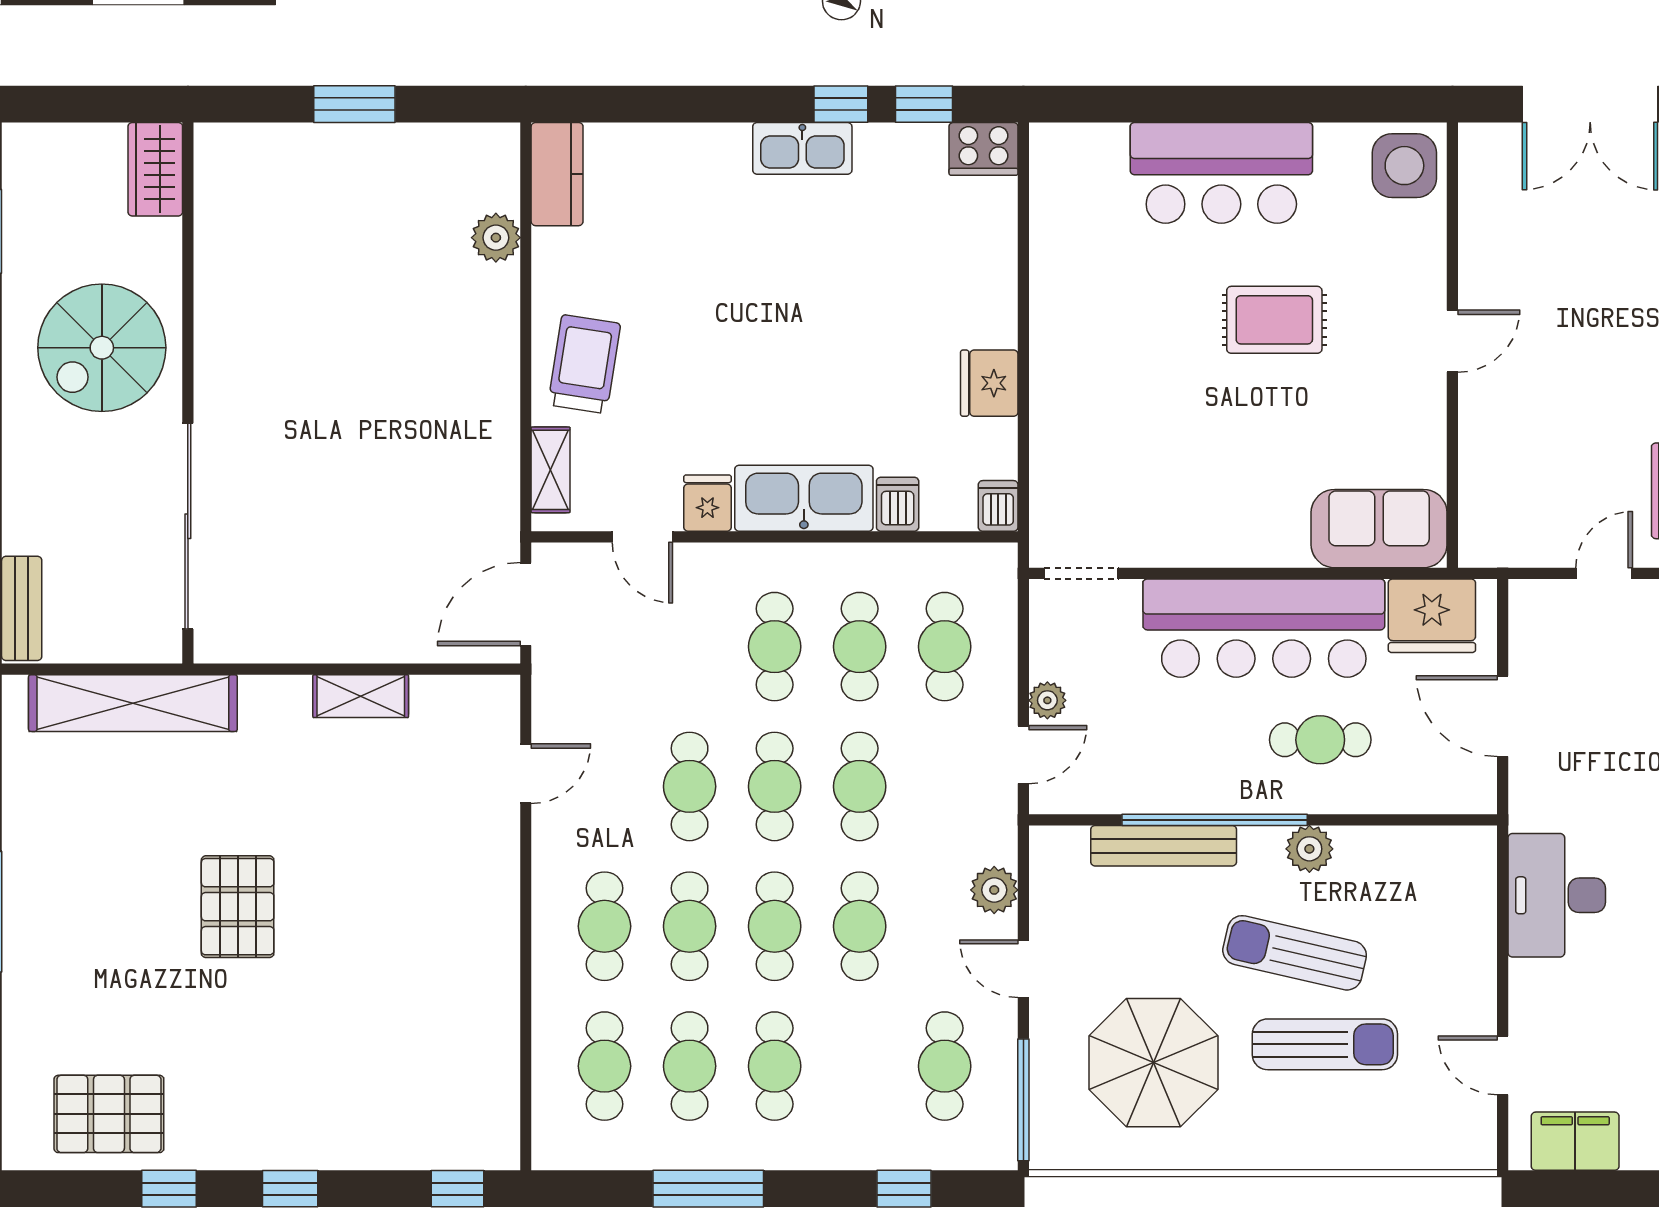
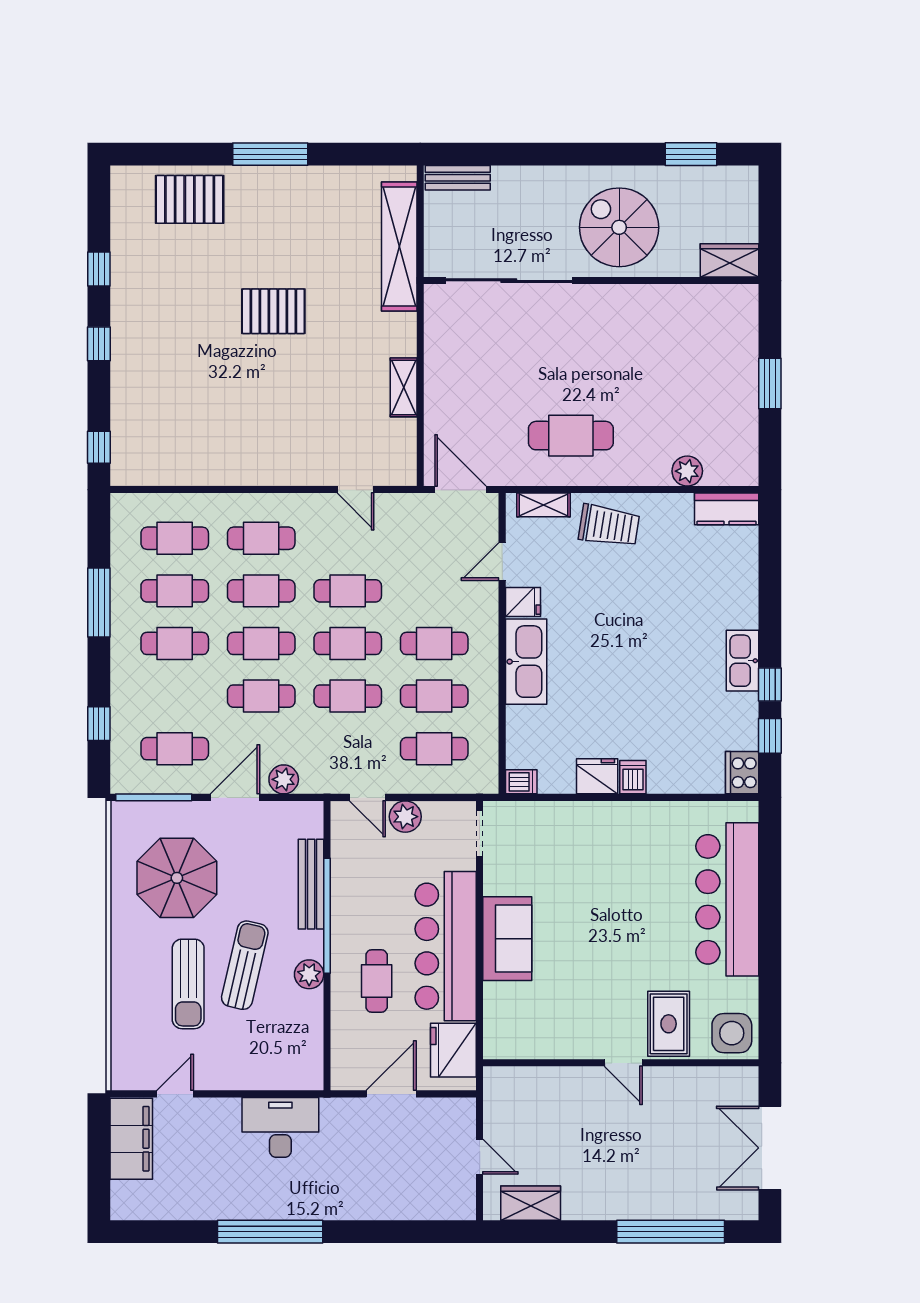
bar counter: (1221, 173) -> (727, 899), width x1.36
rug: (1274, 320) -> (669, 1024), moved
cafe table: (438, 426) -> (571, 436), added
dishwasher: (898, 504) -> (633, 777), moved, turned -90
sofa: (1379, 529) -> (507, 939), moved
plant: (1047, 700) -> (405, 817), width x1.38, depth x1.38
door: (1023, 969) -> (235, 797), width x1.38
pallet: (109, 1114) -> (190, 199), moved, turned 90
filing cabinet: (1575, 1141) -> (131, 1139), width x1.50, depth x1.17

